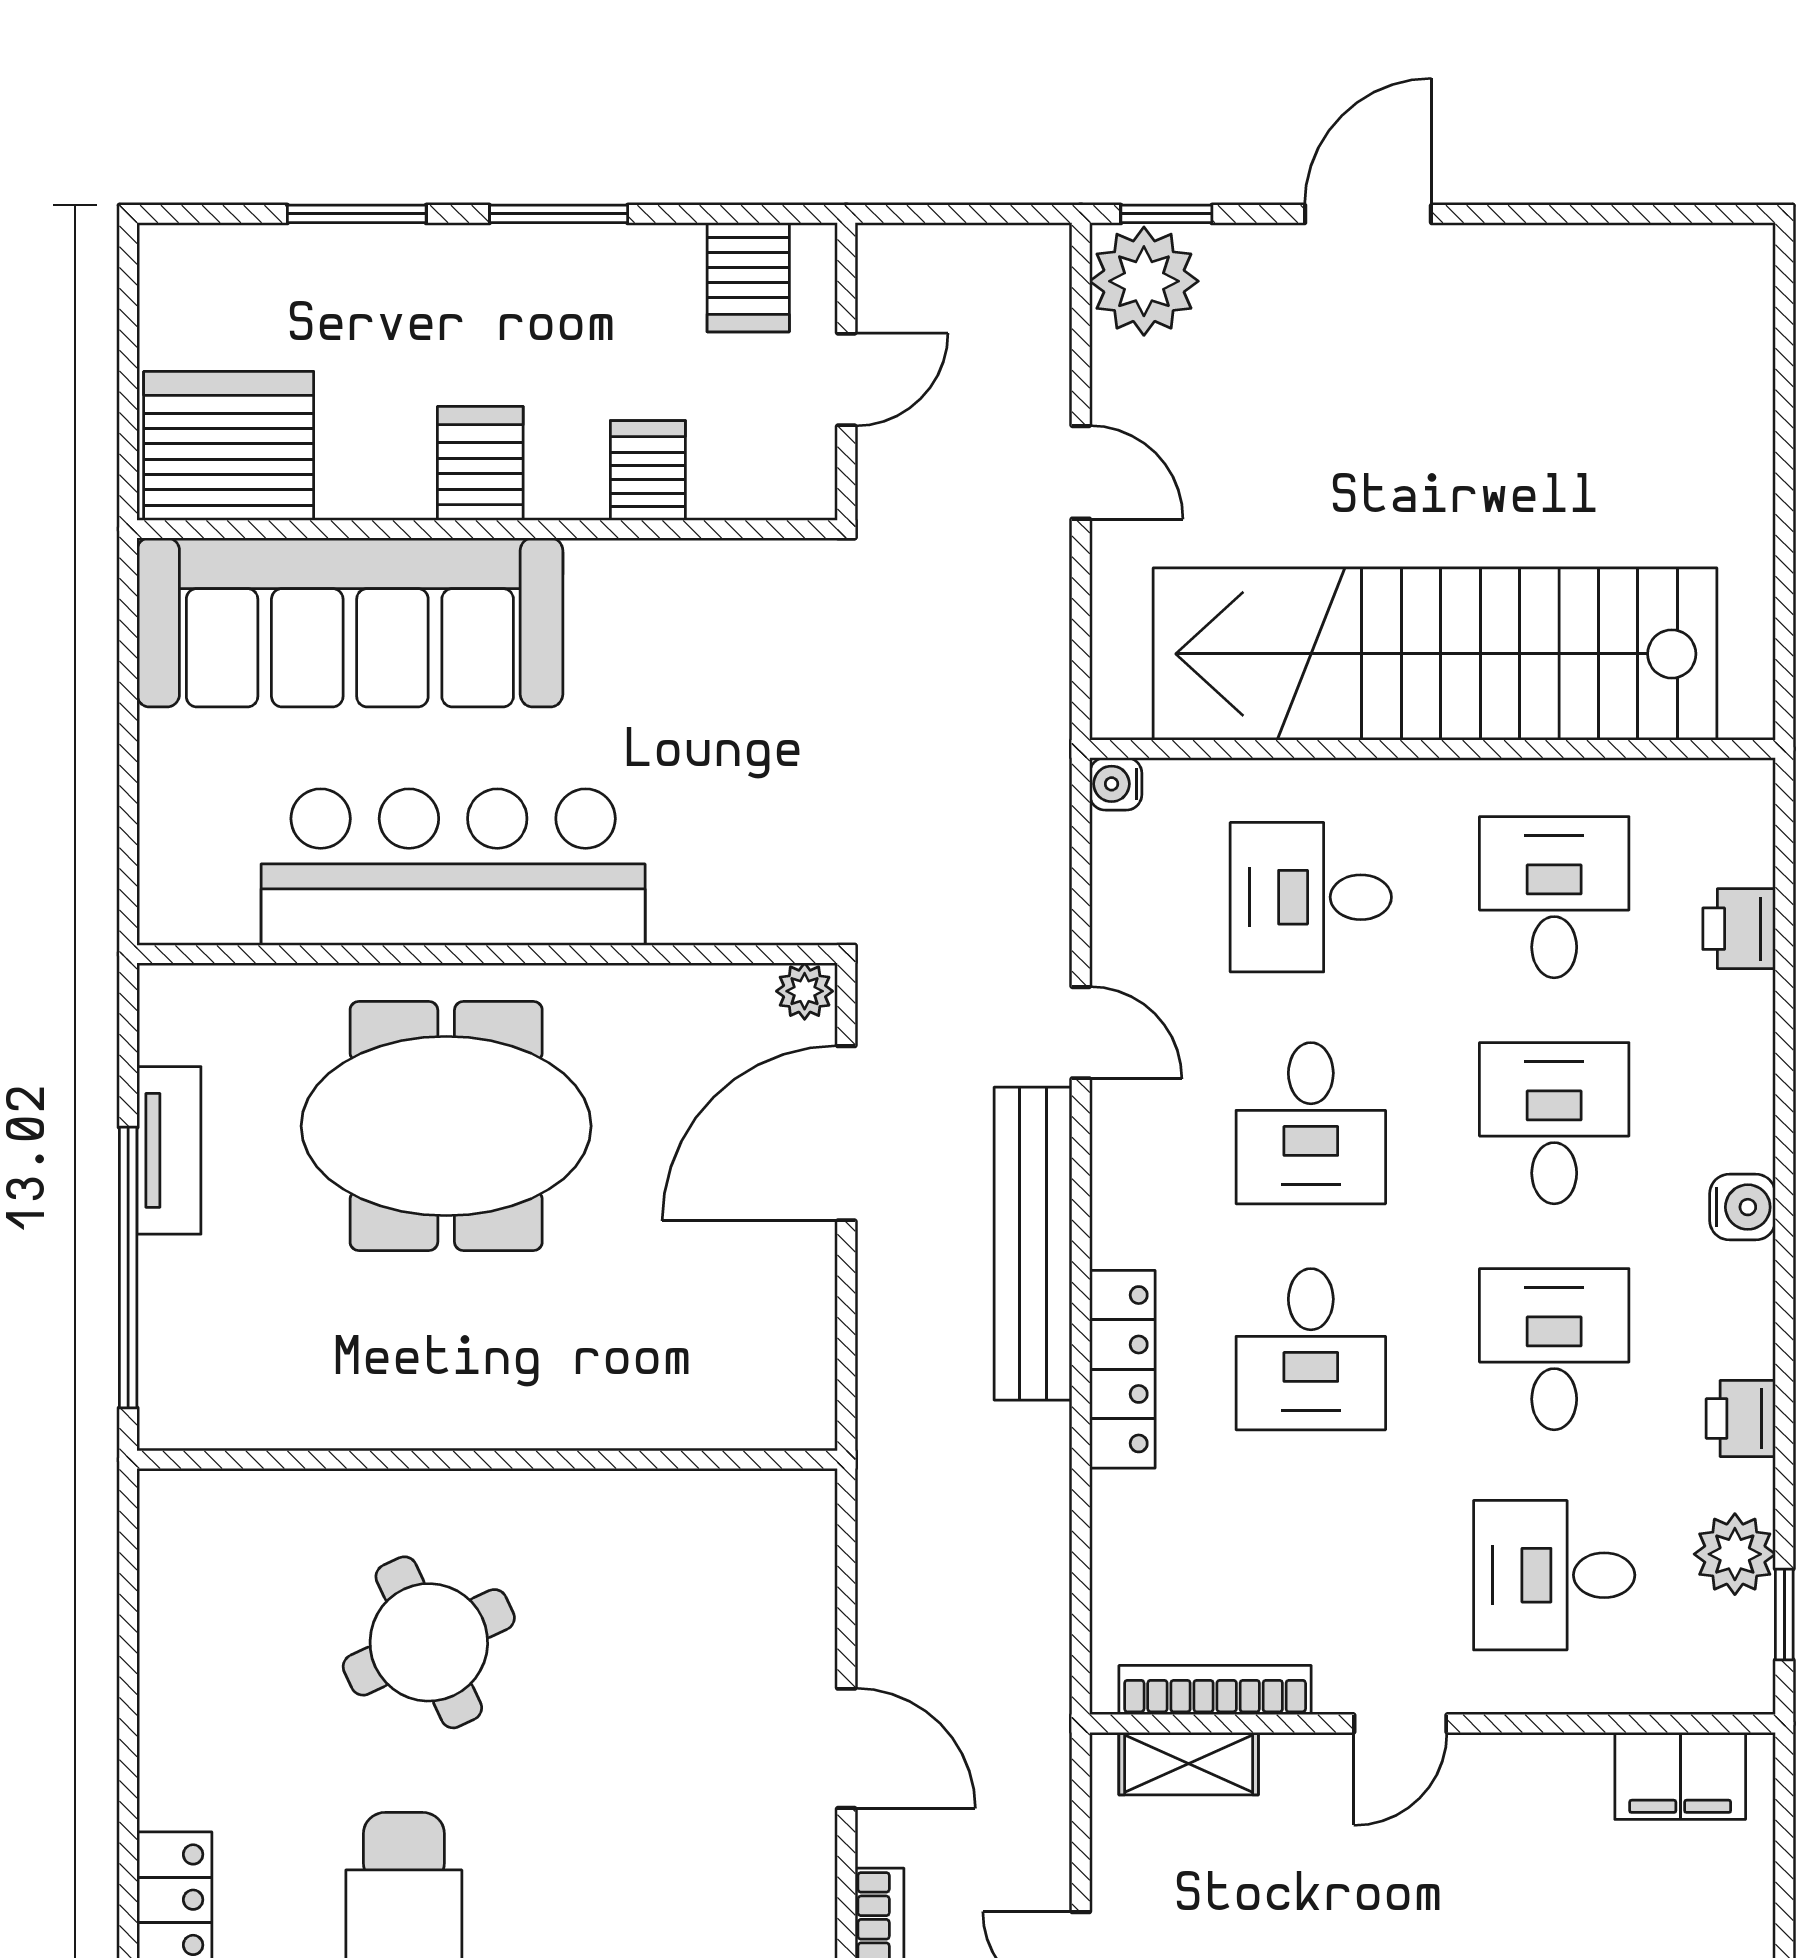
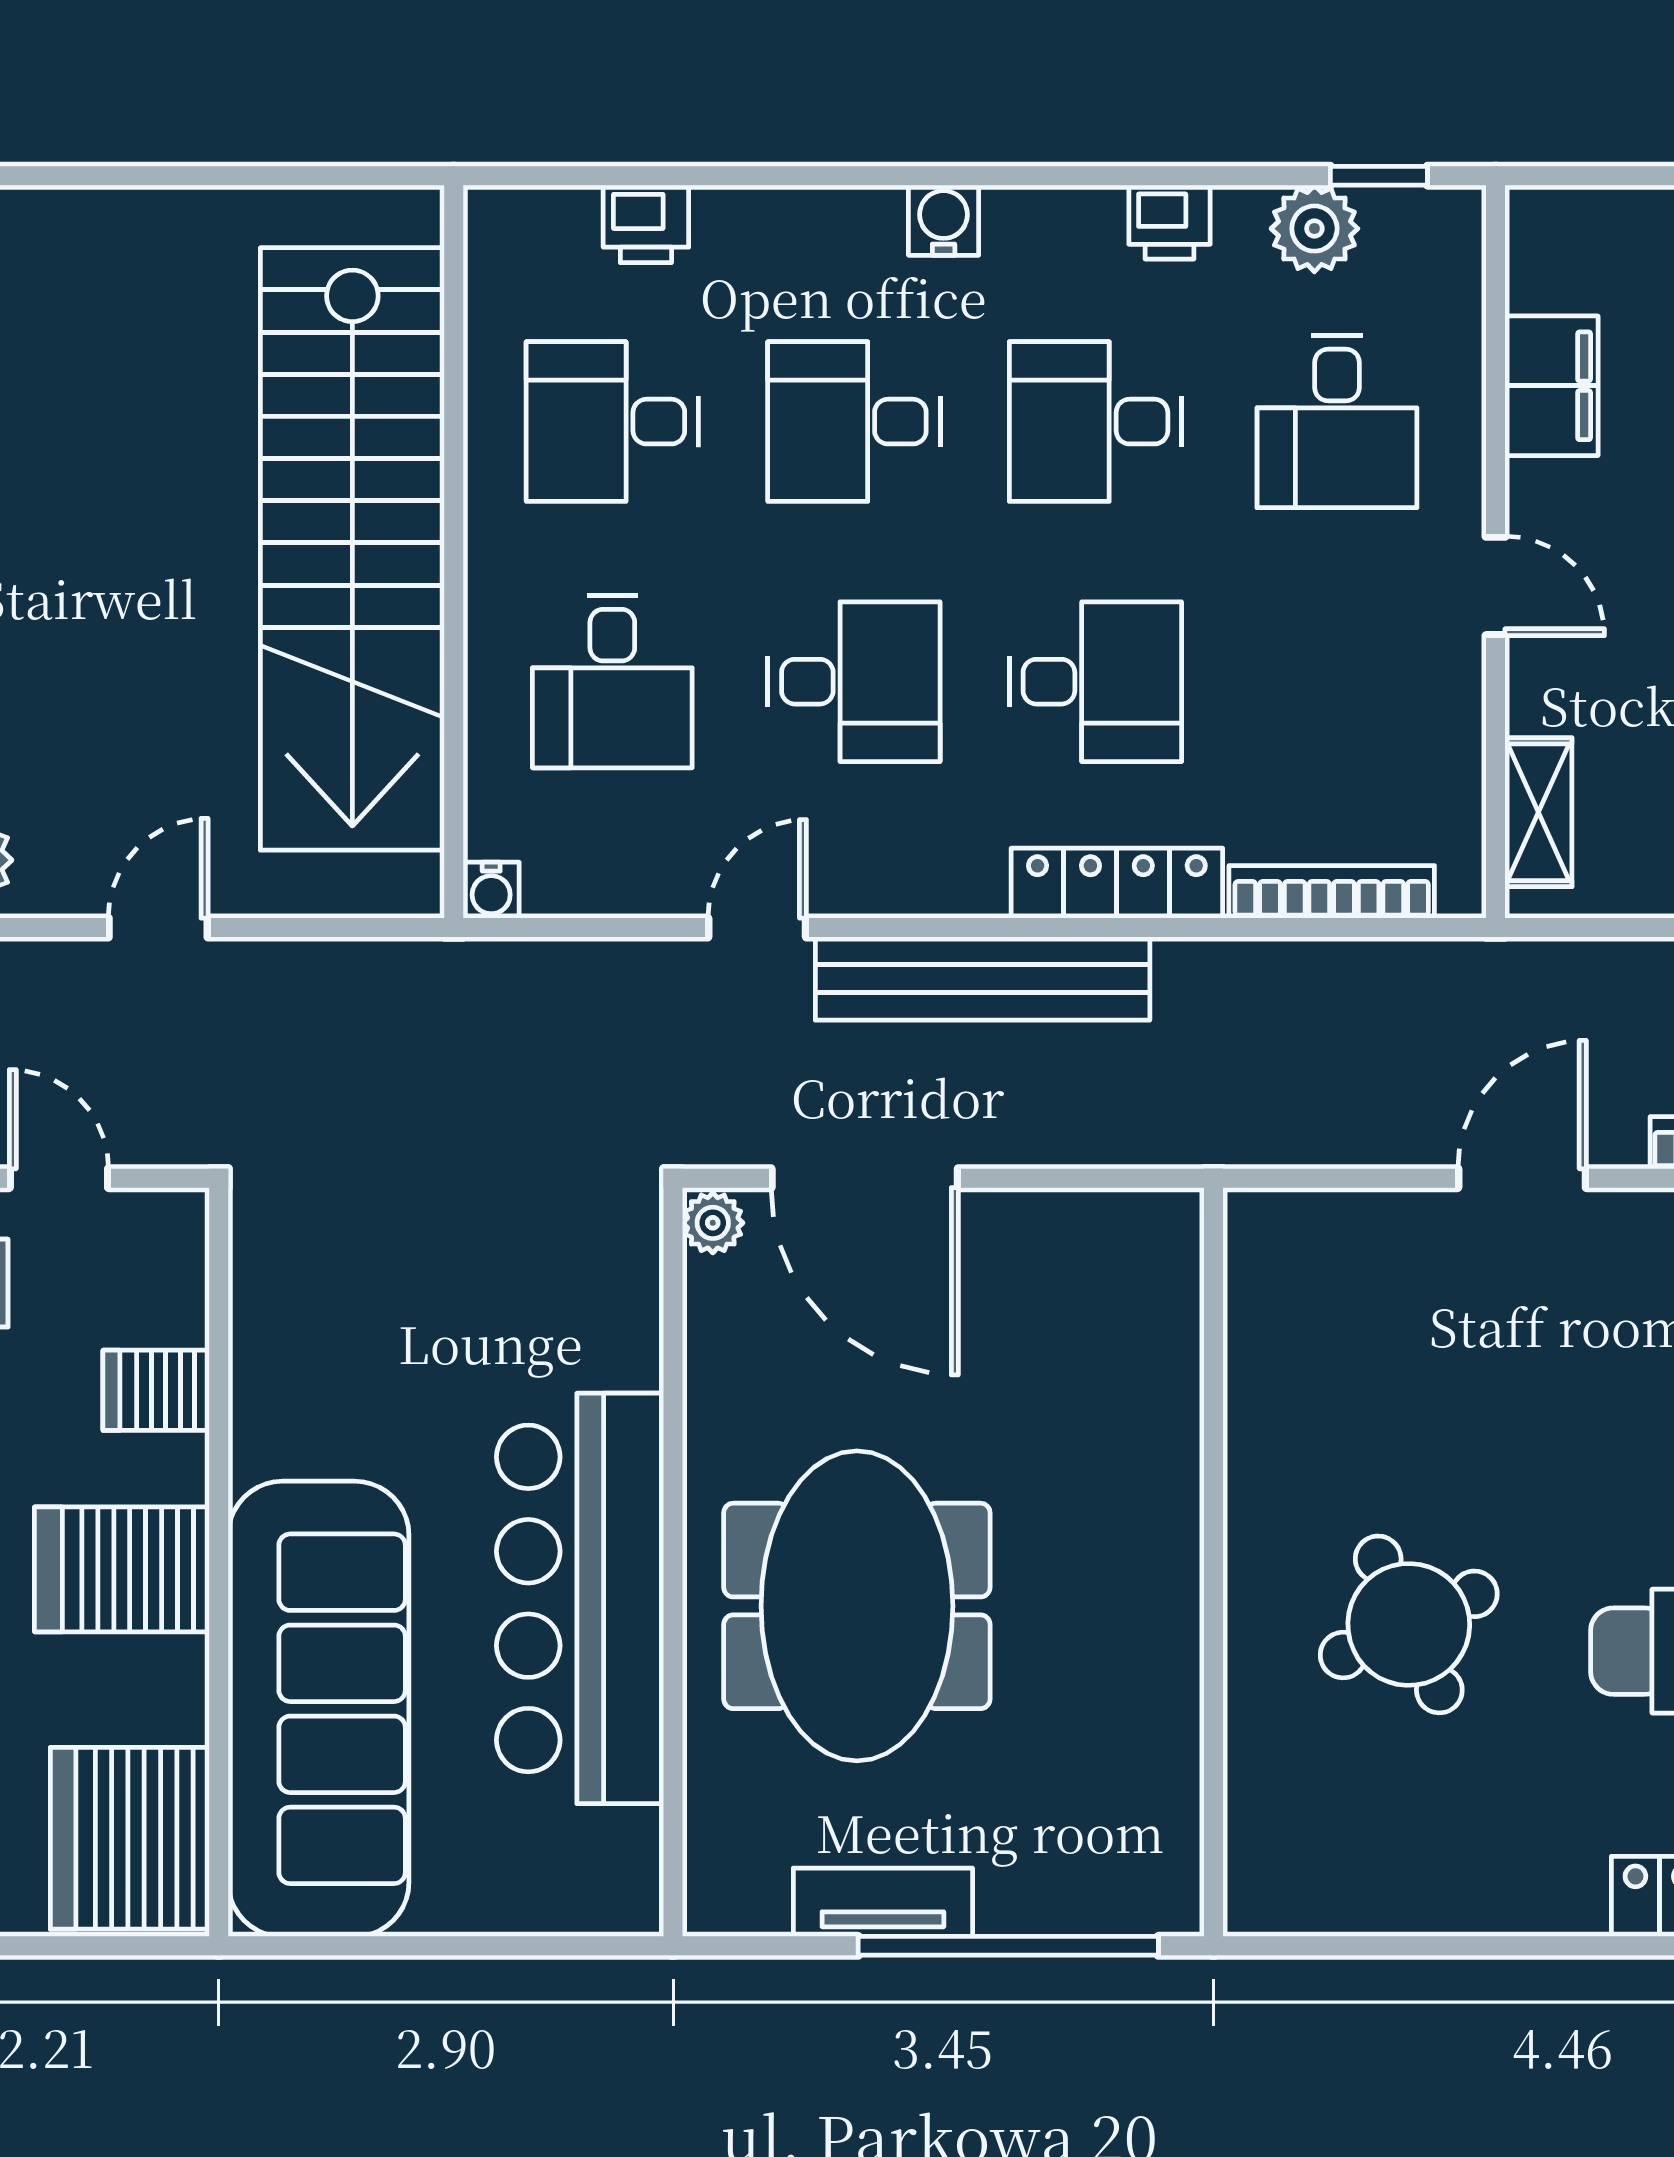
server rack: (480, 463) -> (122, 1569), width x1.36, depth x1.44
bookcase: (1215, 1690) -> (1332, 892), moved, turned 90
filing cabinet: (1680, 1776) -> (1551, 386), moved

